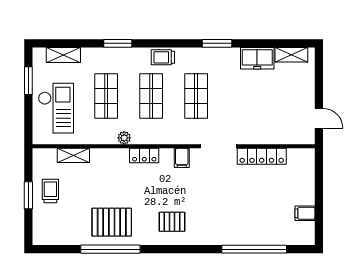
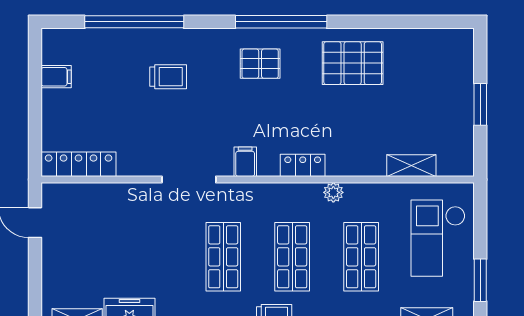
locker: (262, 156) -> (79, 164), moved
trolley: (50, 191) -> (168, 77), moved, turned -90
window: (110, 249) -> (281, 22), moved

